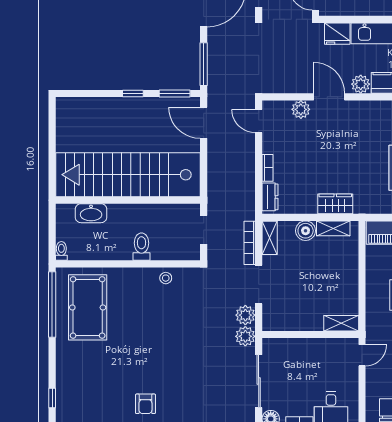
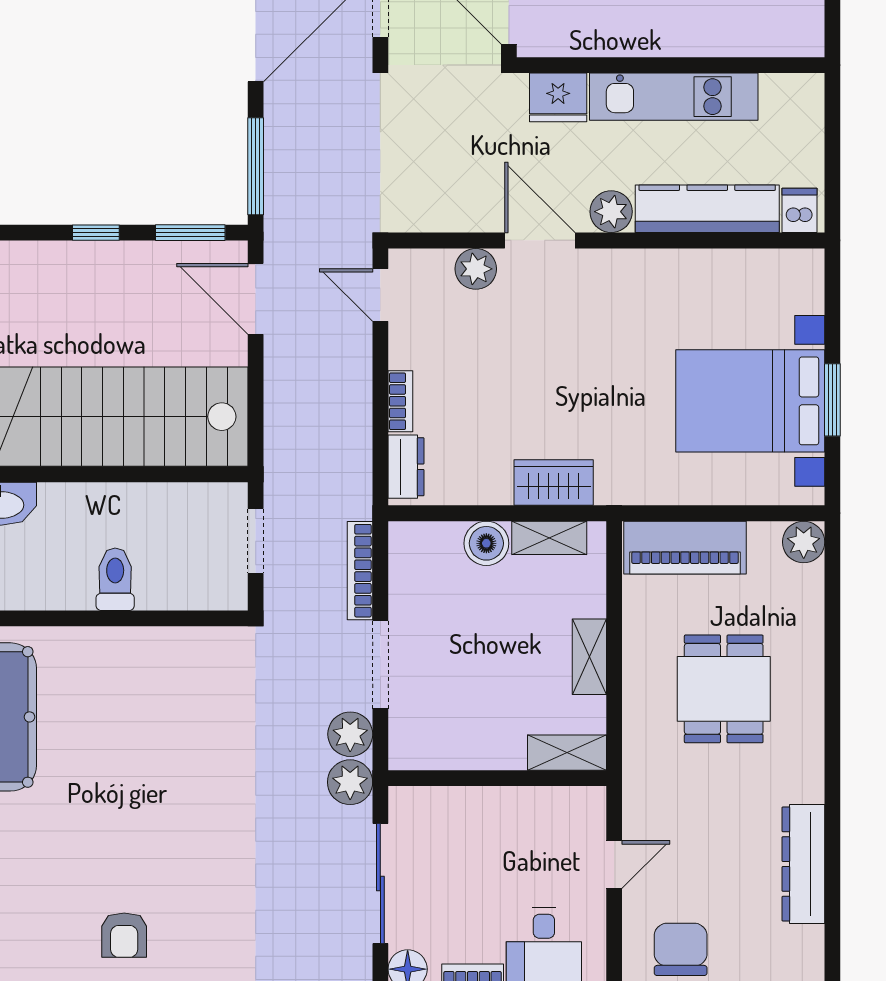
shelving: (270, 238) -> (589, 657), moved
stool: (166, 278) -> (170, 650), removed
door: (362, 355) -> (614, 865), moved

